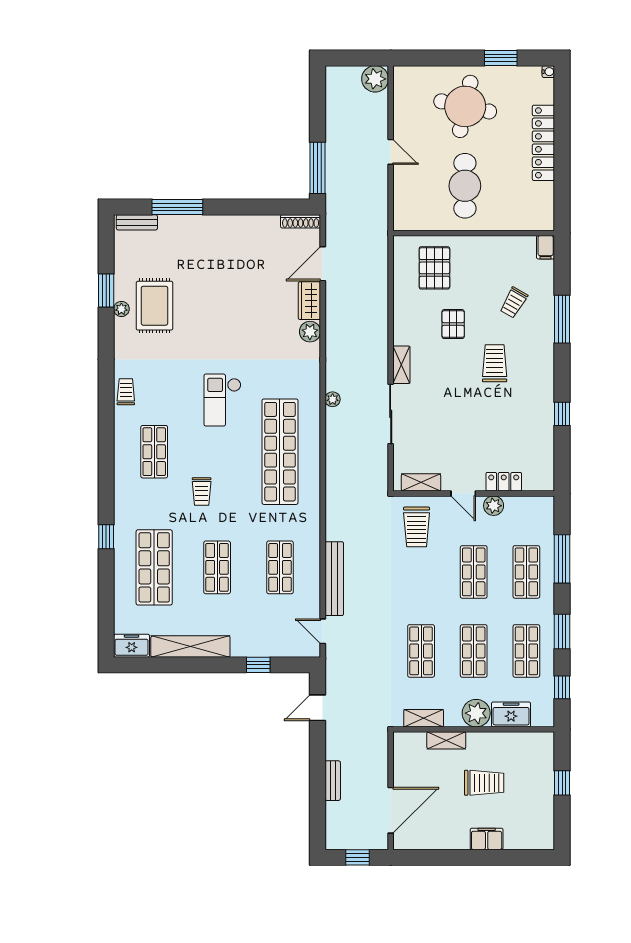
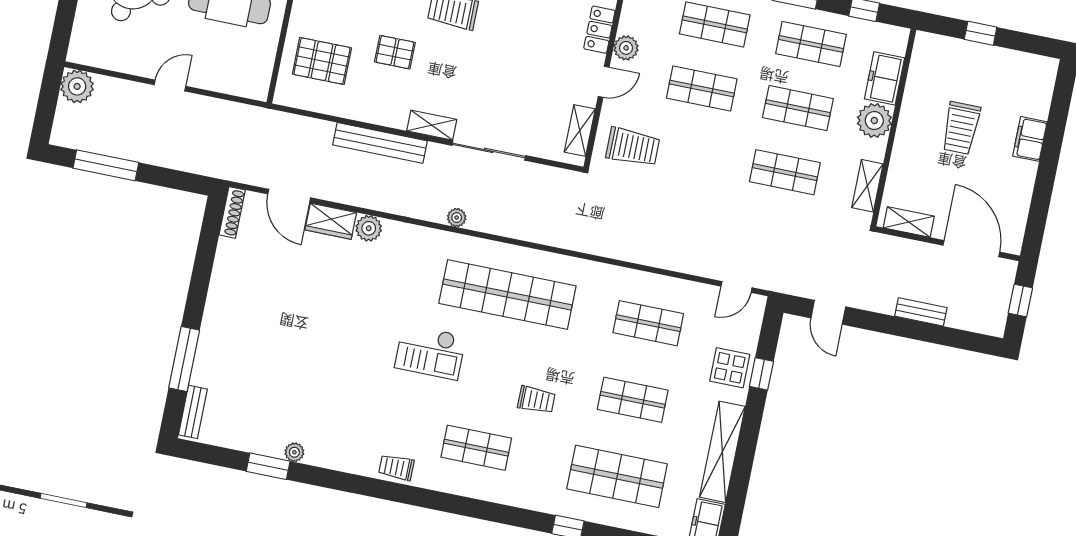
window: (317, 168) -> (106, 165), moved
rug: (154, 306) -> (299, 411), removed
bench: (334, 579) -> (380, 143), moved
display table: (258, 639) -> (730, 368), added
shelving: (446, 740) -> (909, 222), moved, turned 90
trolley: (484, 783) -> (961, 128), turned 180

